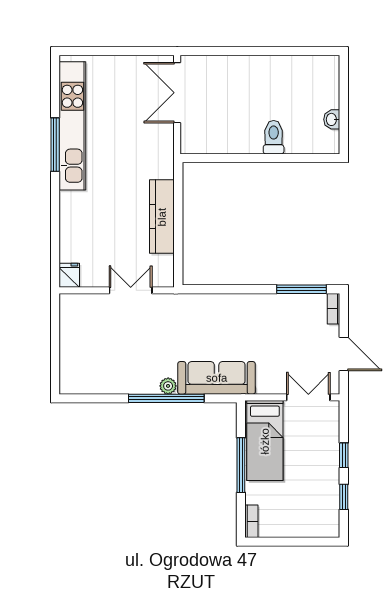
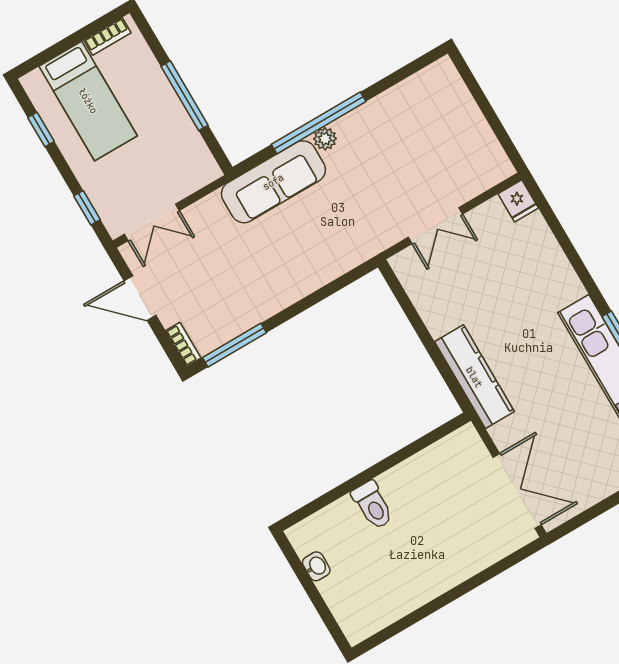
kitchen counter: (162, 217) -> (474, 377), moved
bed: (265, 441) -> (88, 101), moved, turned 180
window: (344, 455) -> (87, 208), moved
bookcase: (251, 521) -> (107, 36), moved, turned -90

